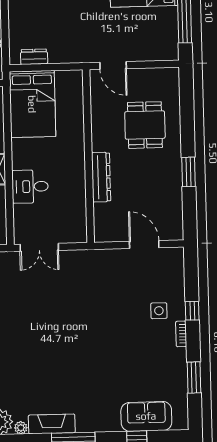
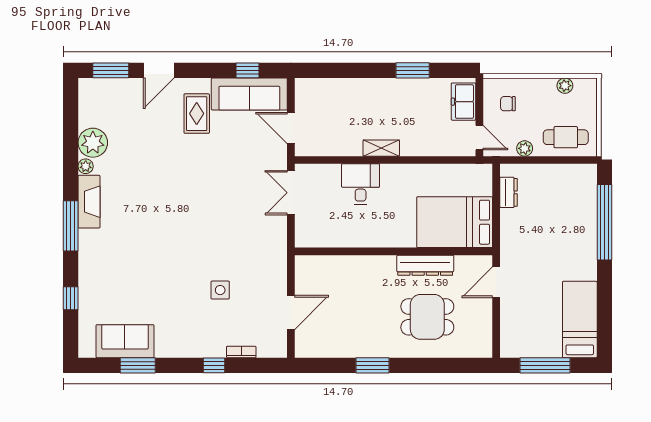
bed: (32, 104) -> (455, 222), moved
dresser: (101, 177) -> (425, 265), moved
side table: (159, 311) -> (220, 290), moved
bookcase: (181, 334) -> (241, 352), moved
sofa: (146, 416) -> (125, 341), moved, turned -90

